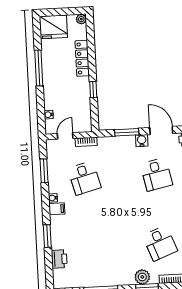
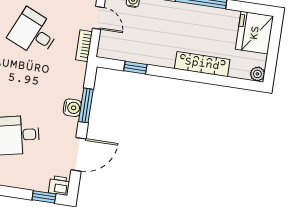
window: (93, 89) -> (135, 68), moved
water cooler: (142, 141) -> (72, 108), moved
desk: (84, 178) -> (34, 33), turned 39

